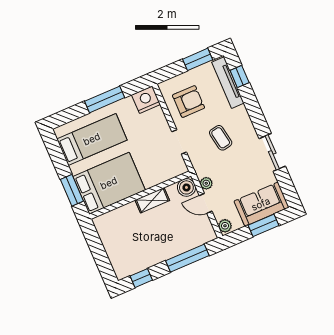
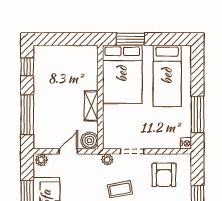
window: (105, 99) -> (197, 114), moved
nightstand: (146, 100) -> (186, 143), width x0.53, depth x0.56
plant: (206, 183) -> (107, 160), moved

